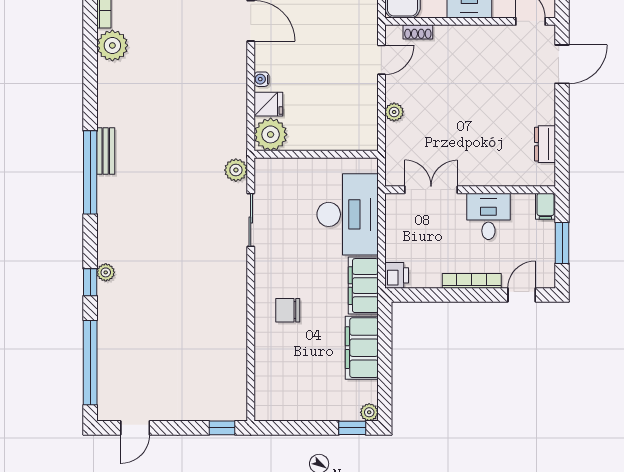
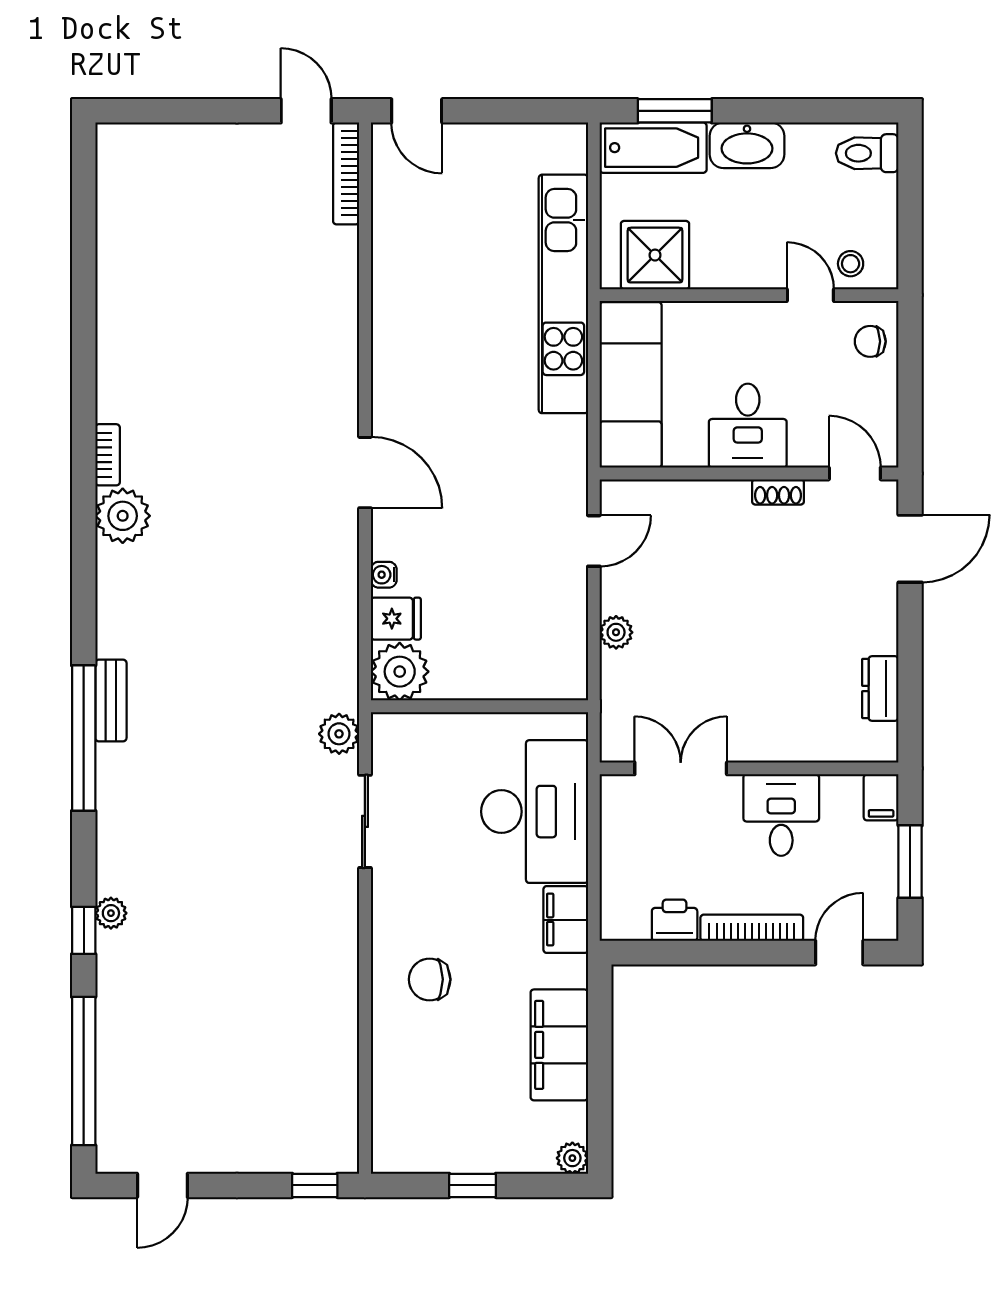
shoe rack: (418, 32) -> (778, 492), moved
printer: (397, 275) -> (675, 920), moved, turned -90
filing cabinet: (363, 286) -> (566, 920), width x0.67, depth x0.86
window: (352, 428) -> (473, 1185), moved

